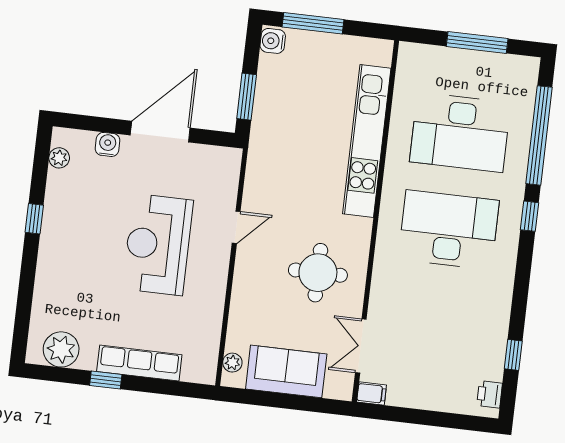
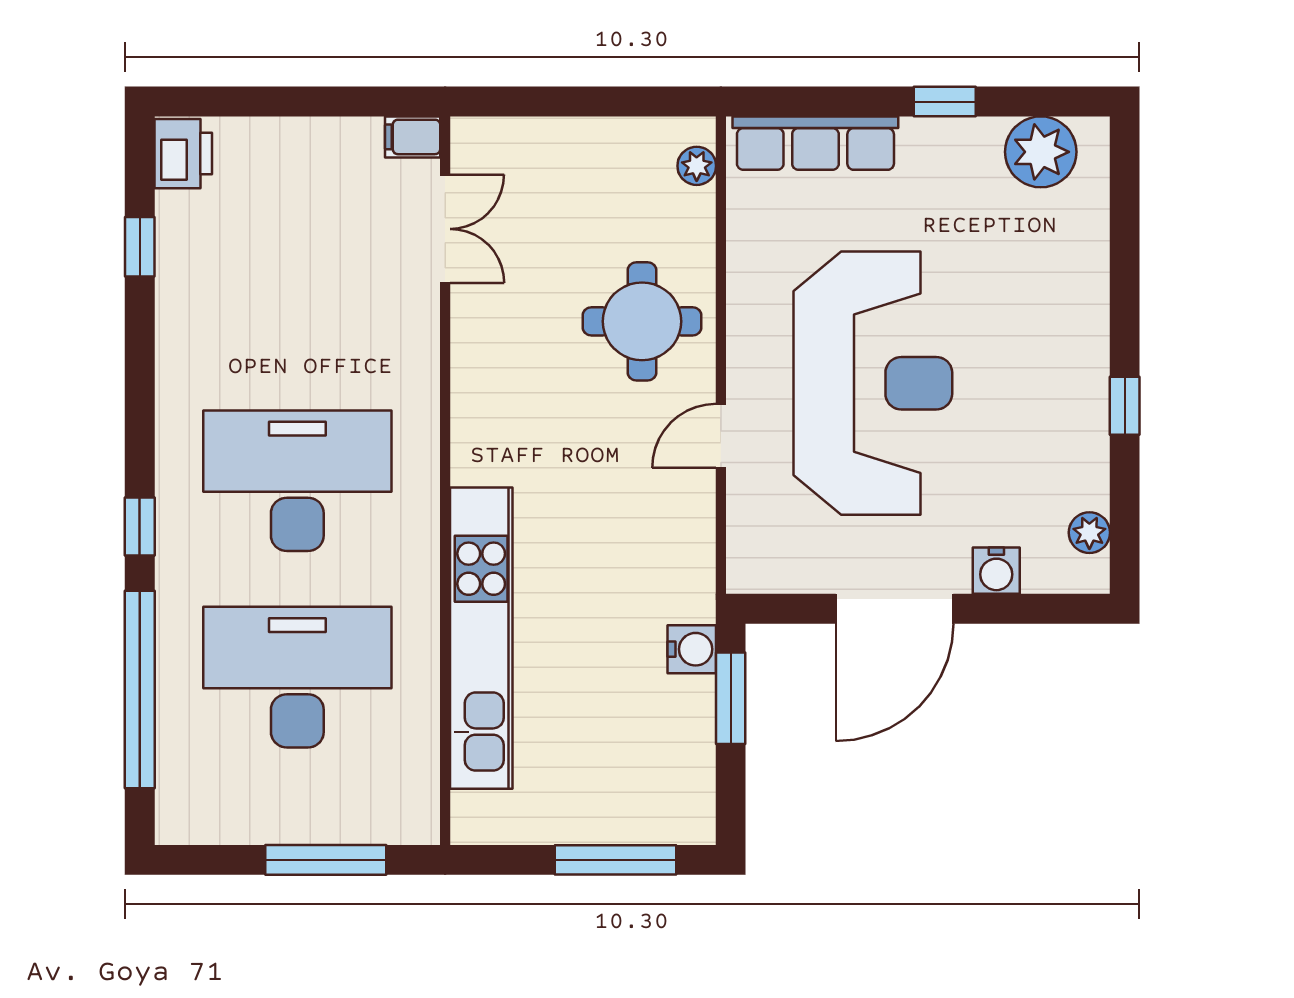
water cooler: (273, 41) -> (692, 649), moved
window: (477, 43) -> (326, 860), moved
desk: (449, 230) -> (297, 481), turned 180
reception desk: (158, 245) -> (873, 383), width x1.36, depth x1.30
round table: (318, 273) -> (642, 321), moved
row of seats: (139, 363) -> (815, 143), moved
sofa: (286, 371) -> (588, 161), removed
printer: (490, 394) -> (183, 154), width x1.36, depth x1.24

